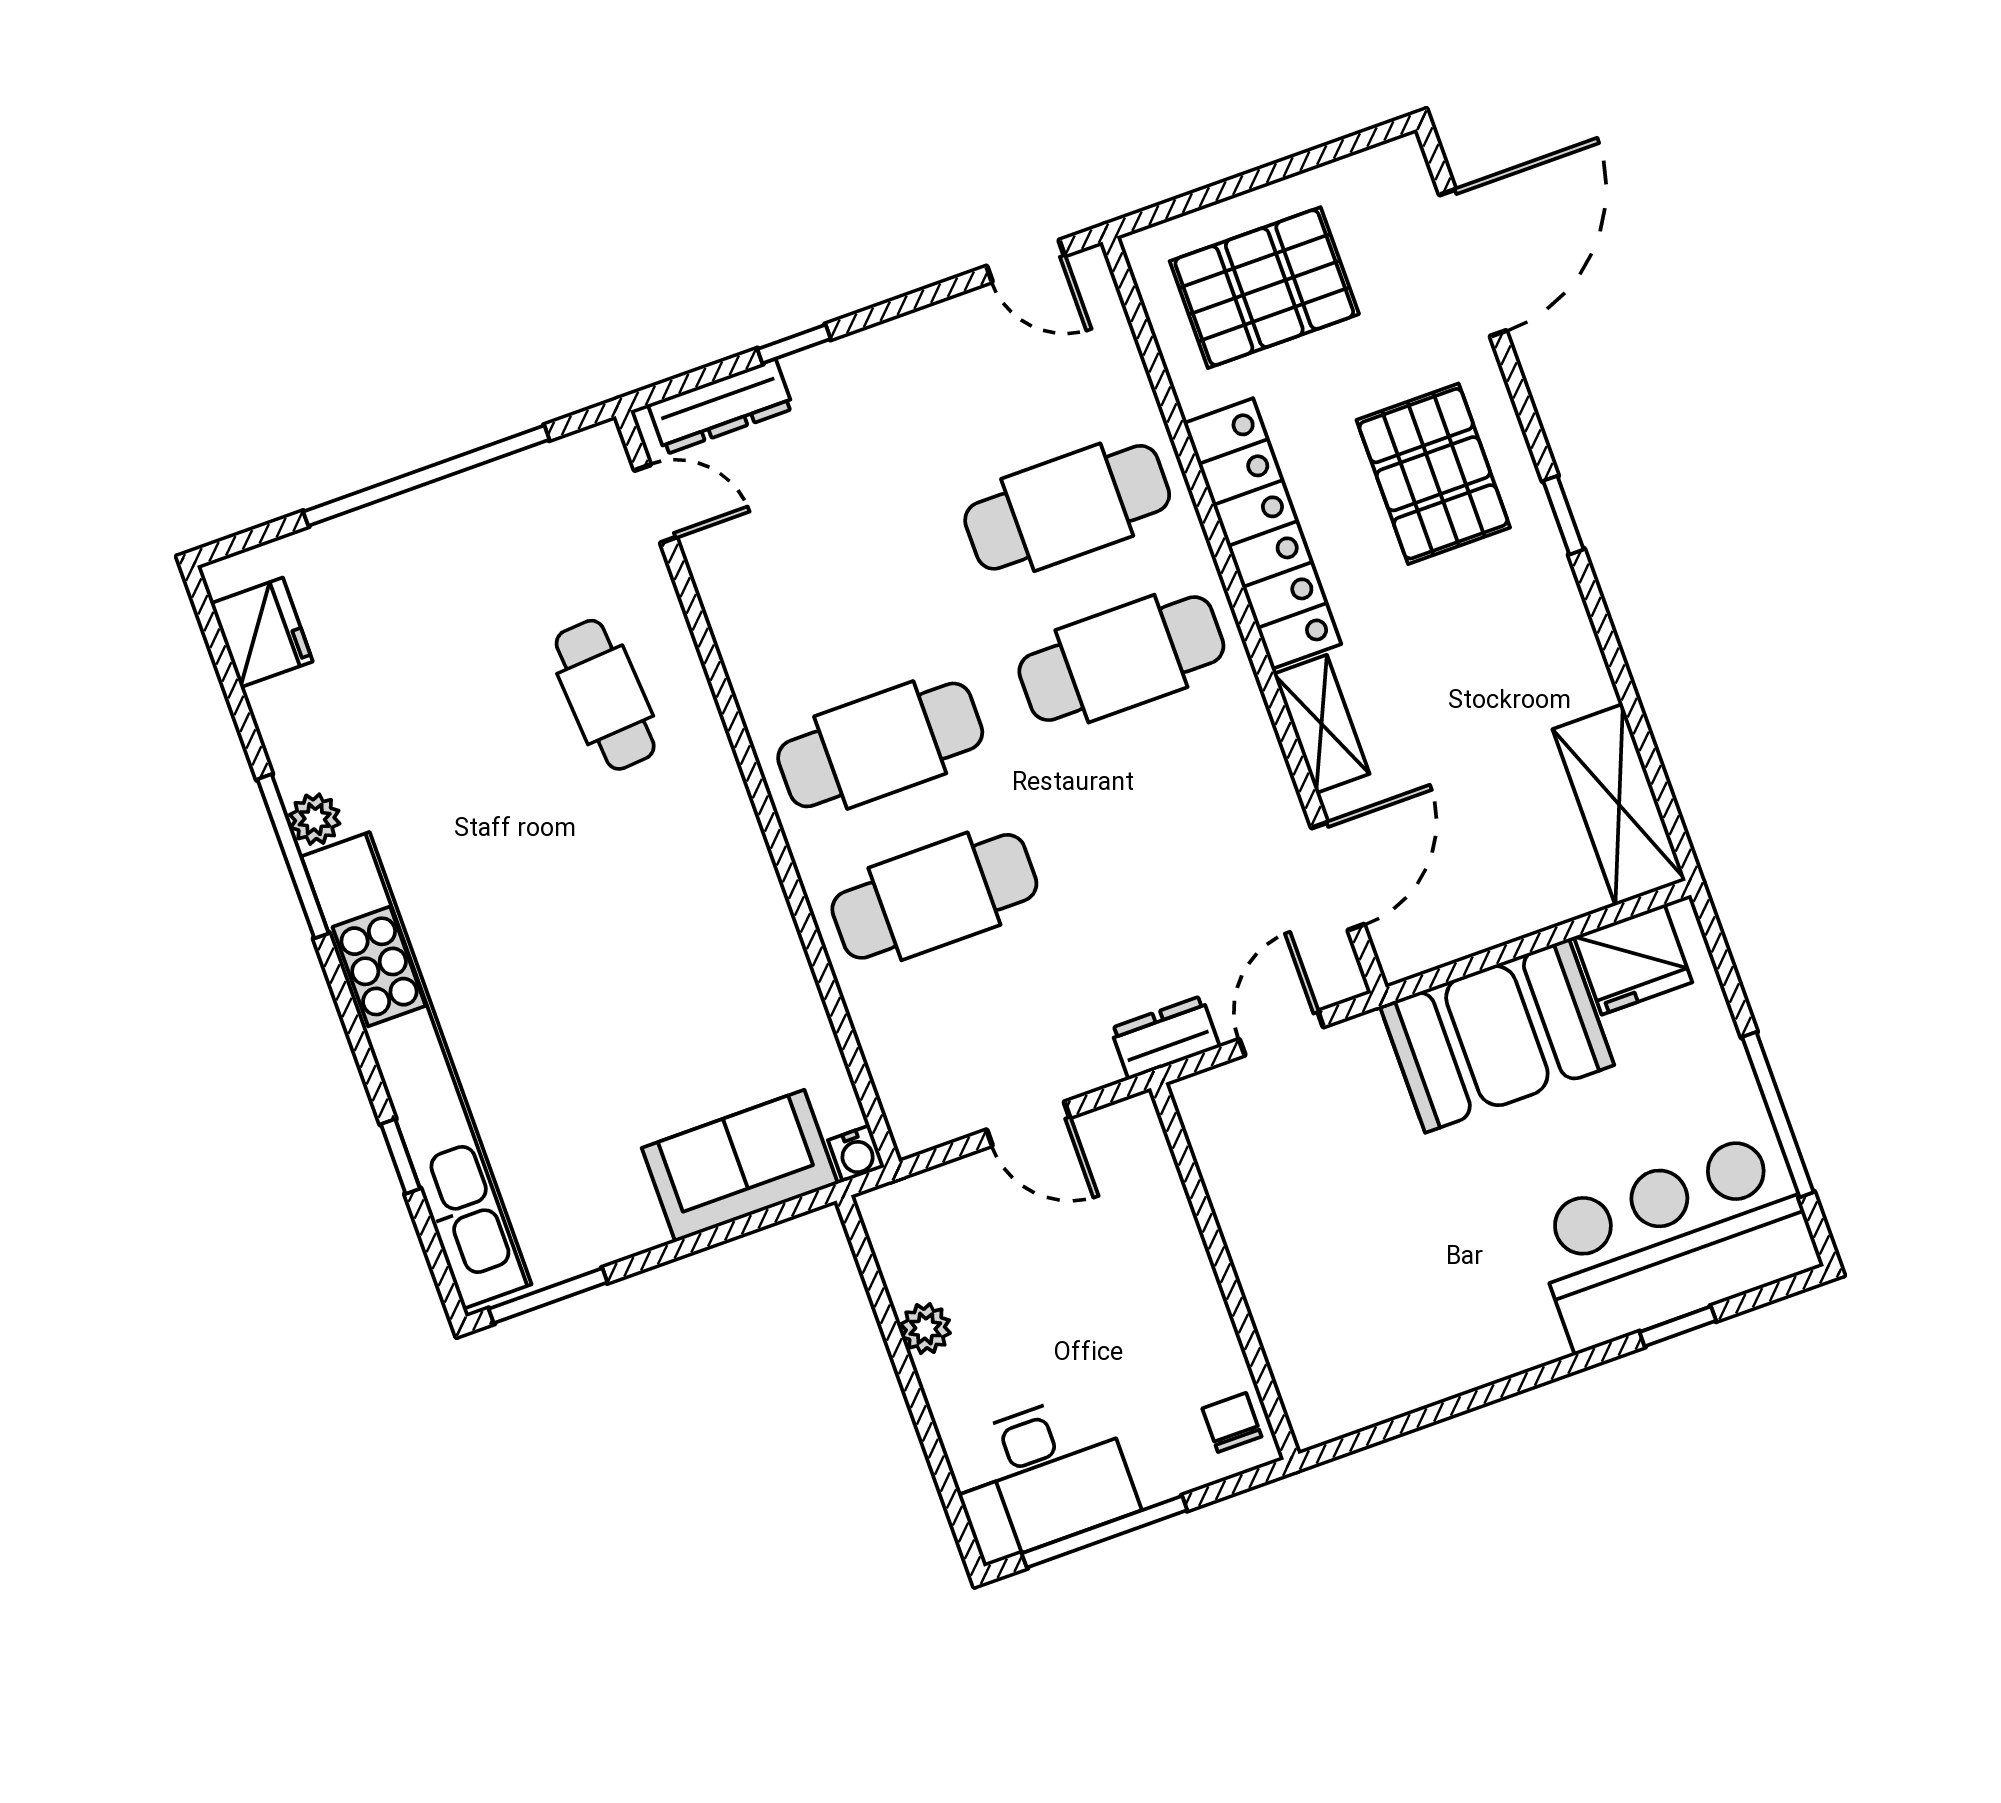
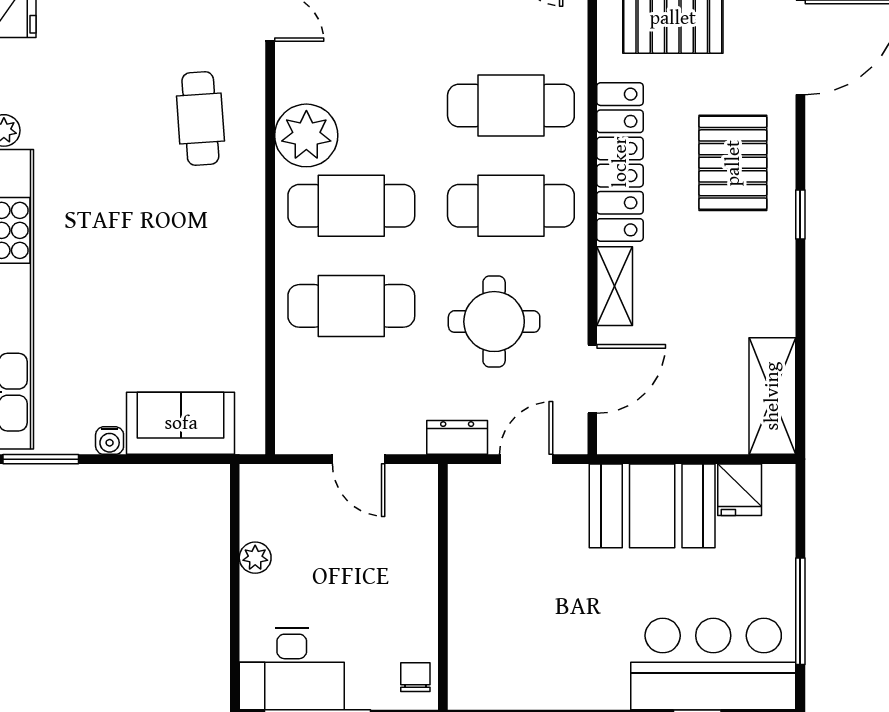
plant: (774, 663) -> (306, 135), added
round table: (1158, 843) -> (494, 322), added
fridge: (1633, 959) -> (740, 490), width x0.72
water cooler: (856, 1154) -> (110, 441), moved

